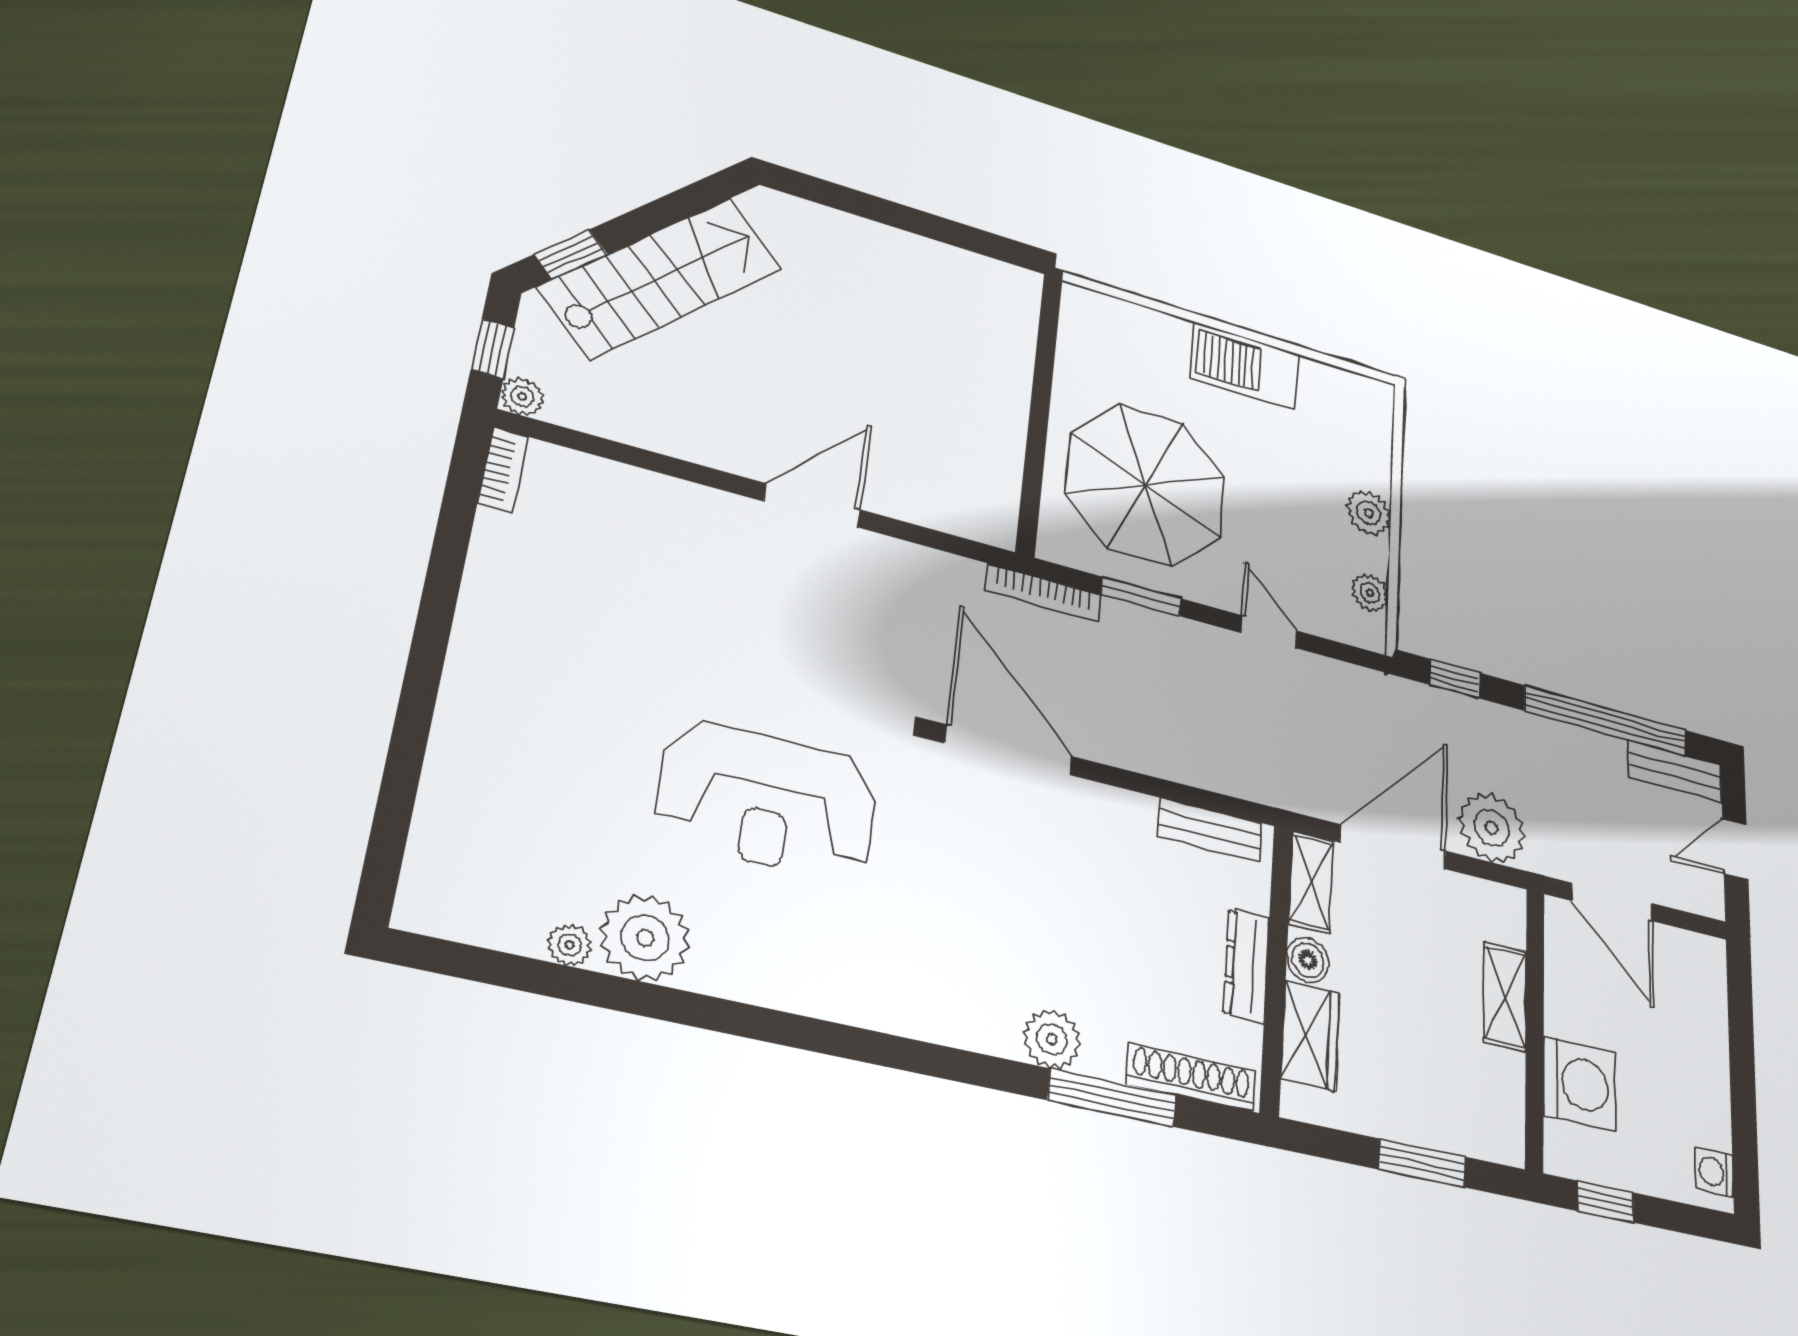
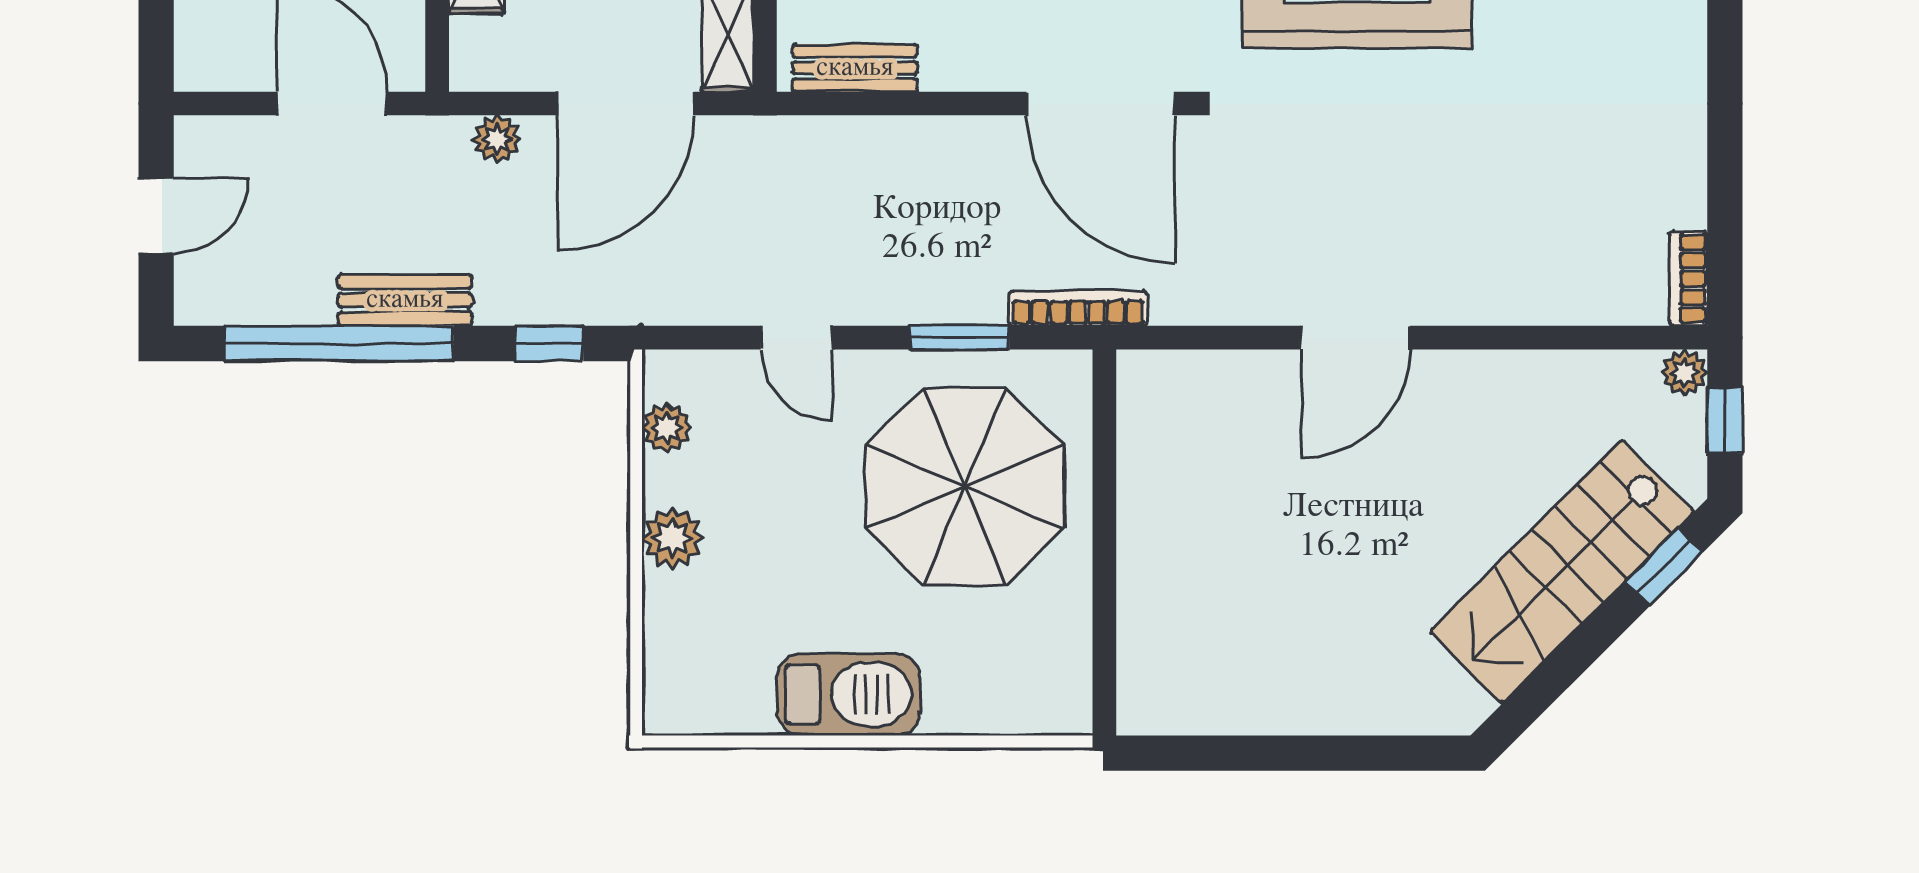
bench: (1675, 771) -> (405, 300), moved
plant: (1491, 828) -> (497, 139), width x0.53, depth x0.53

